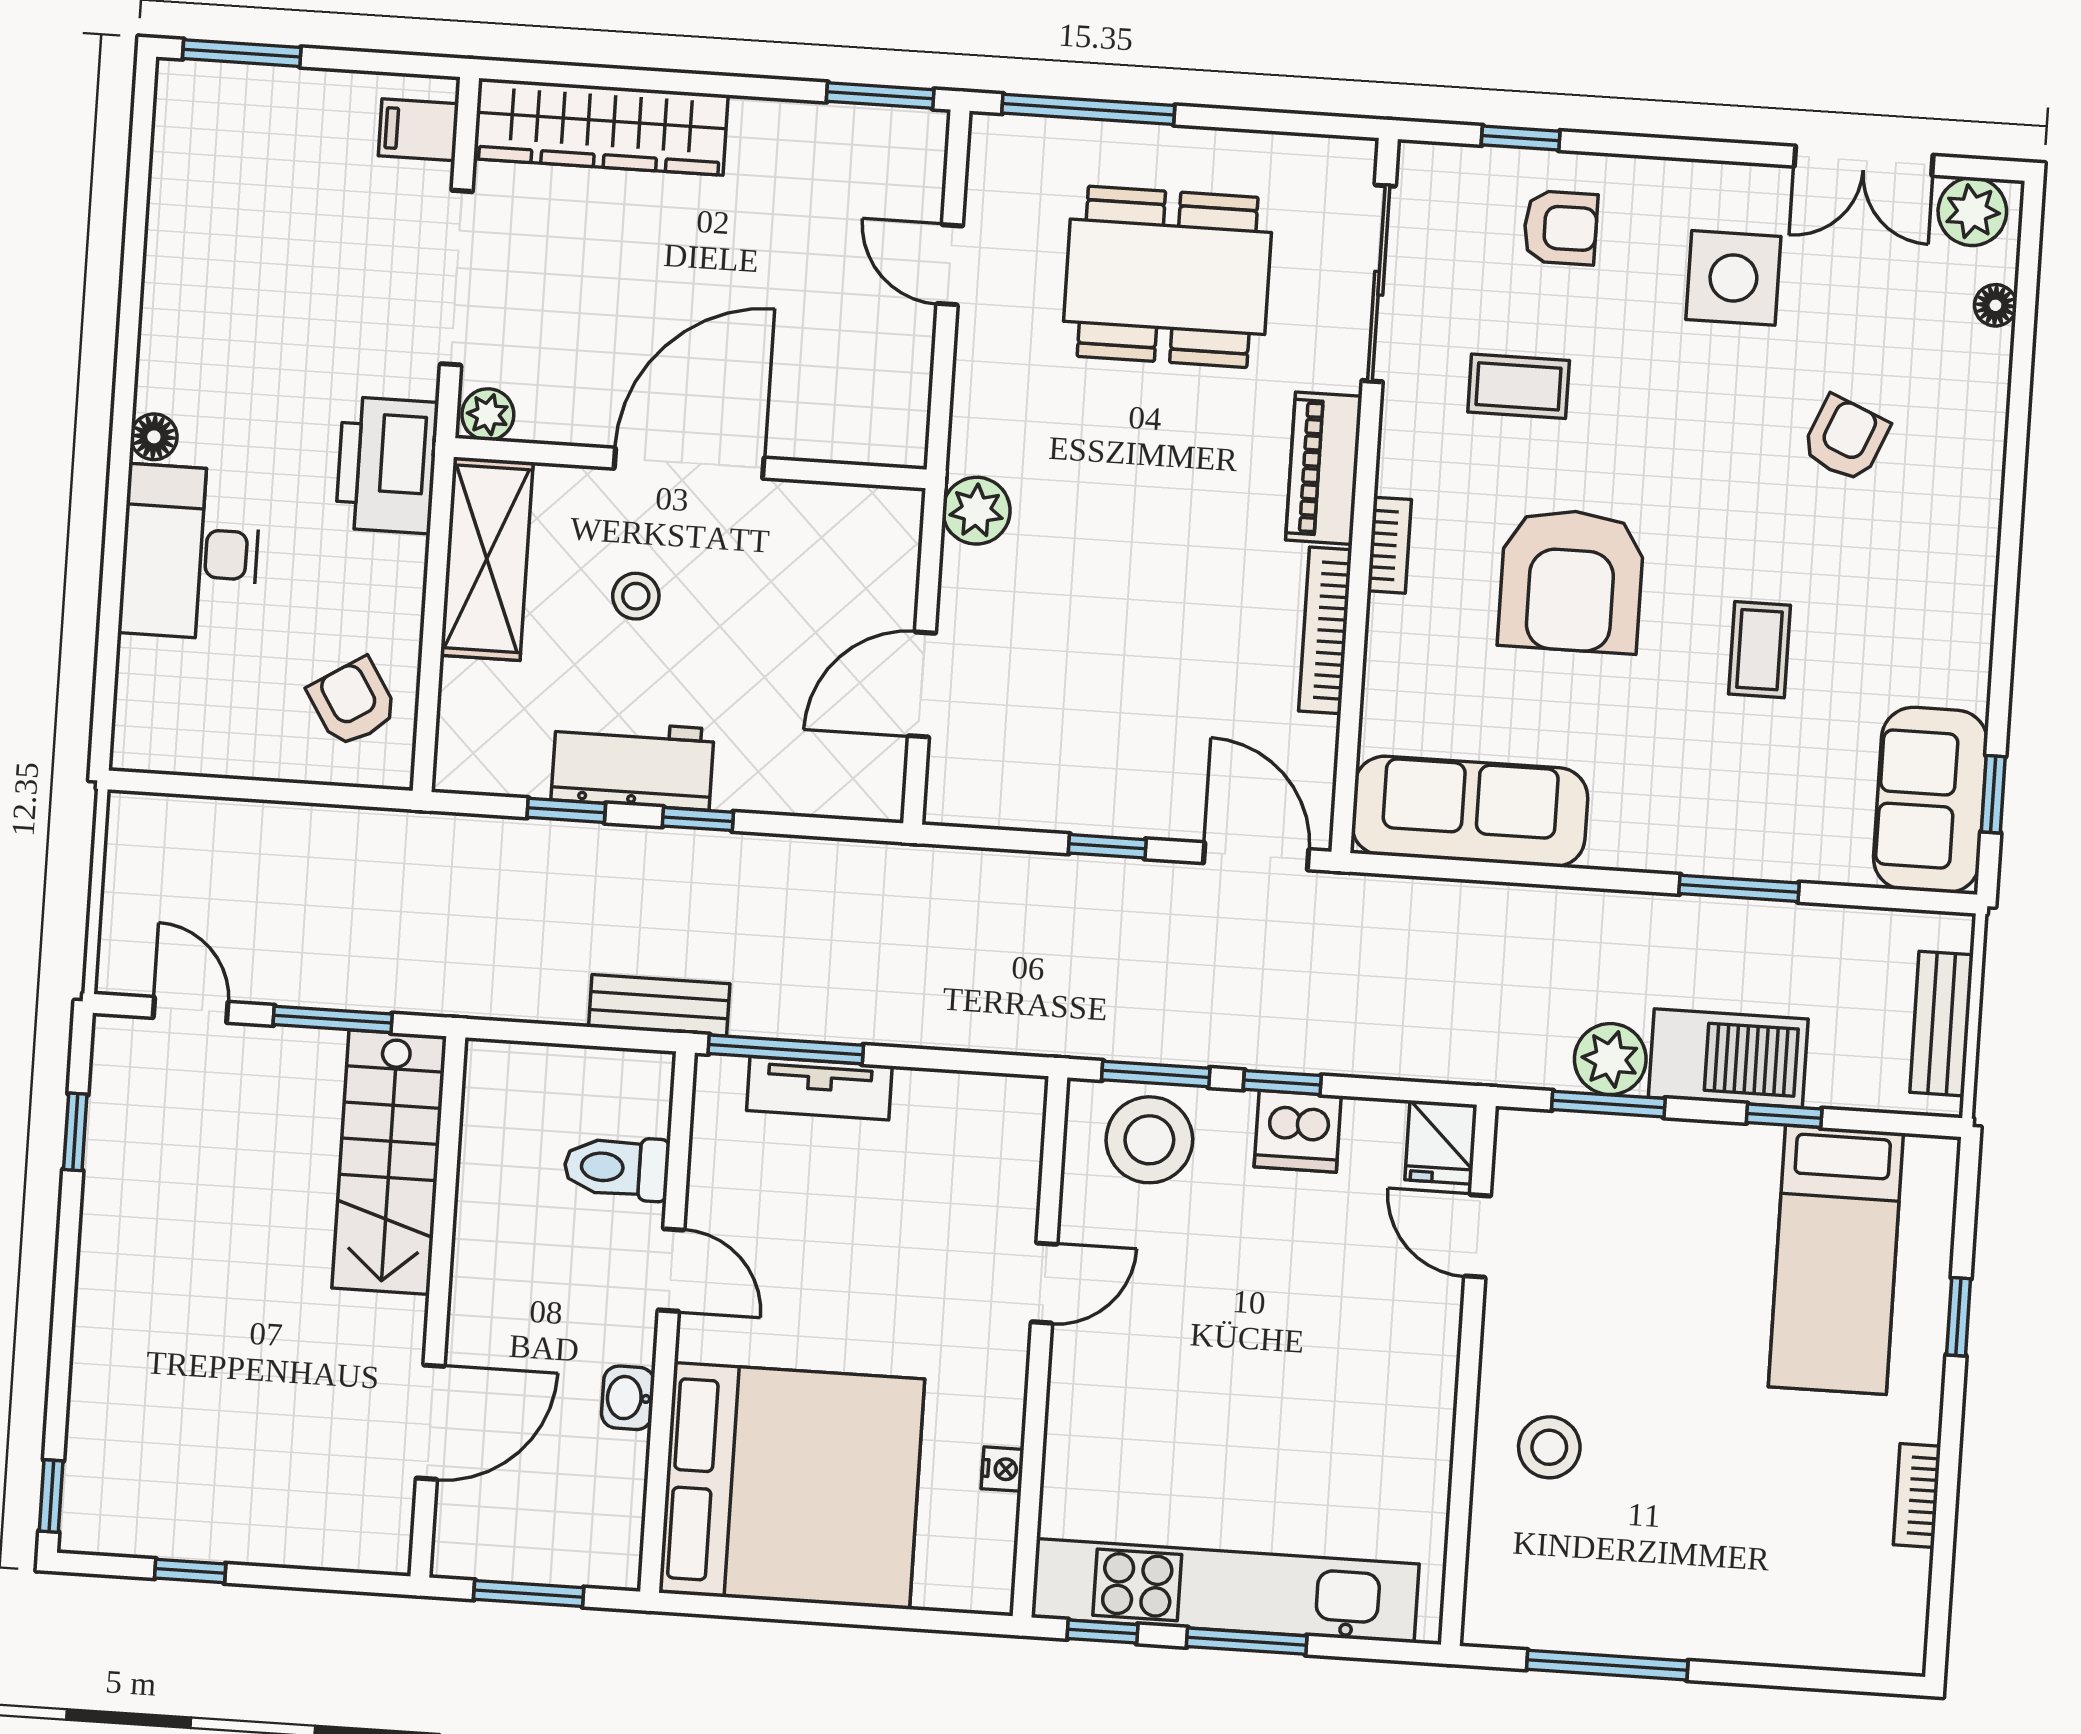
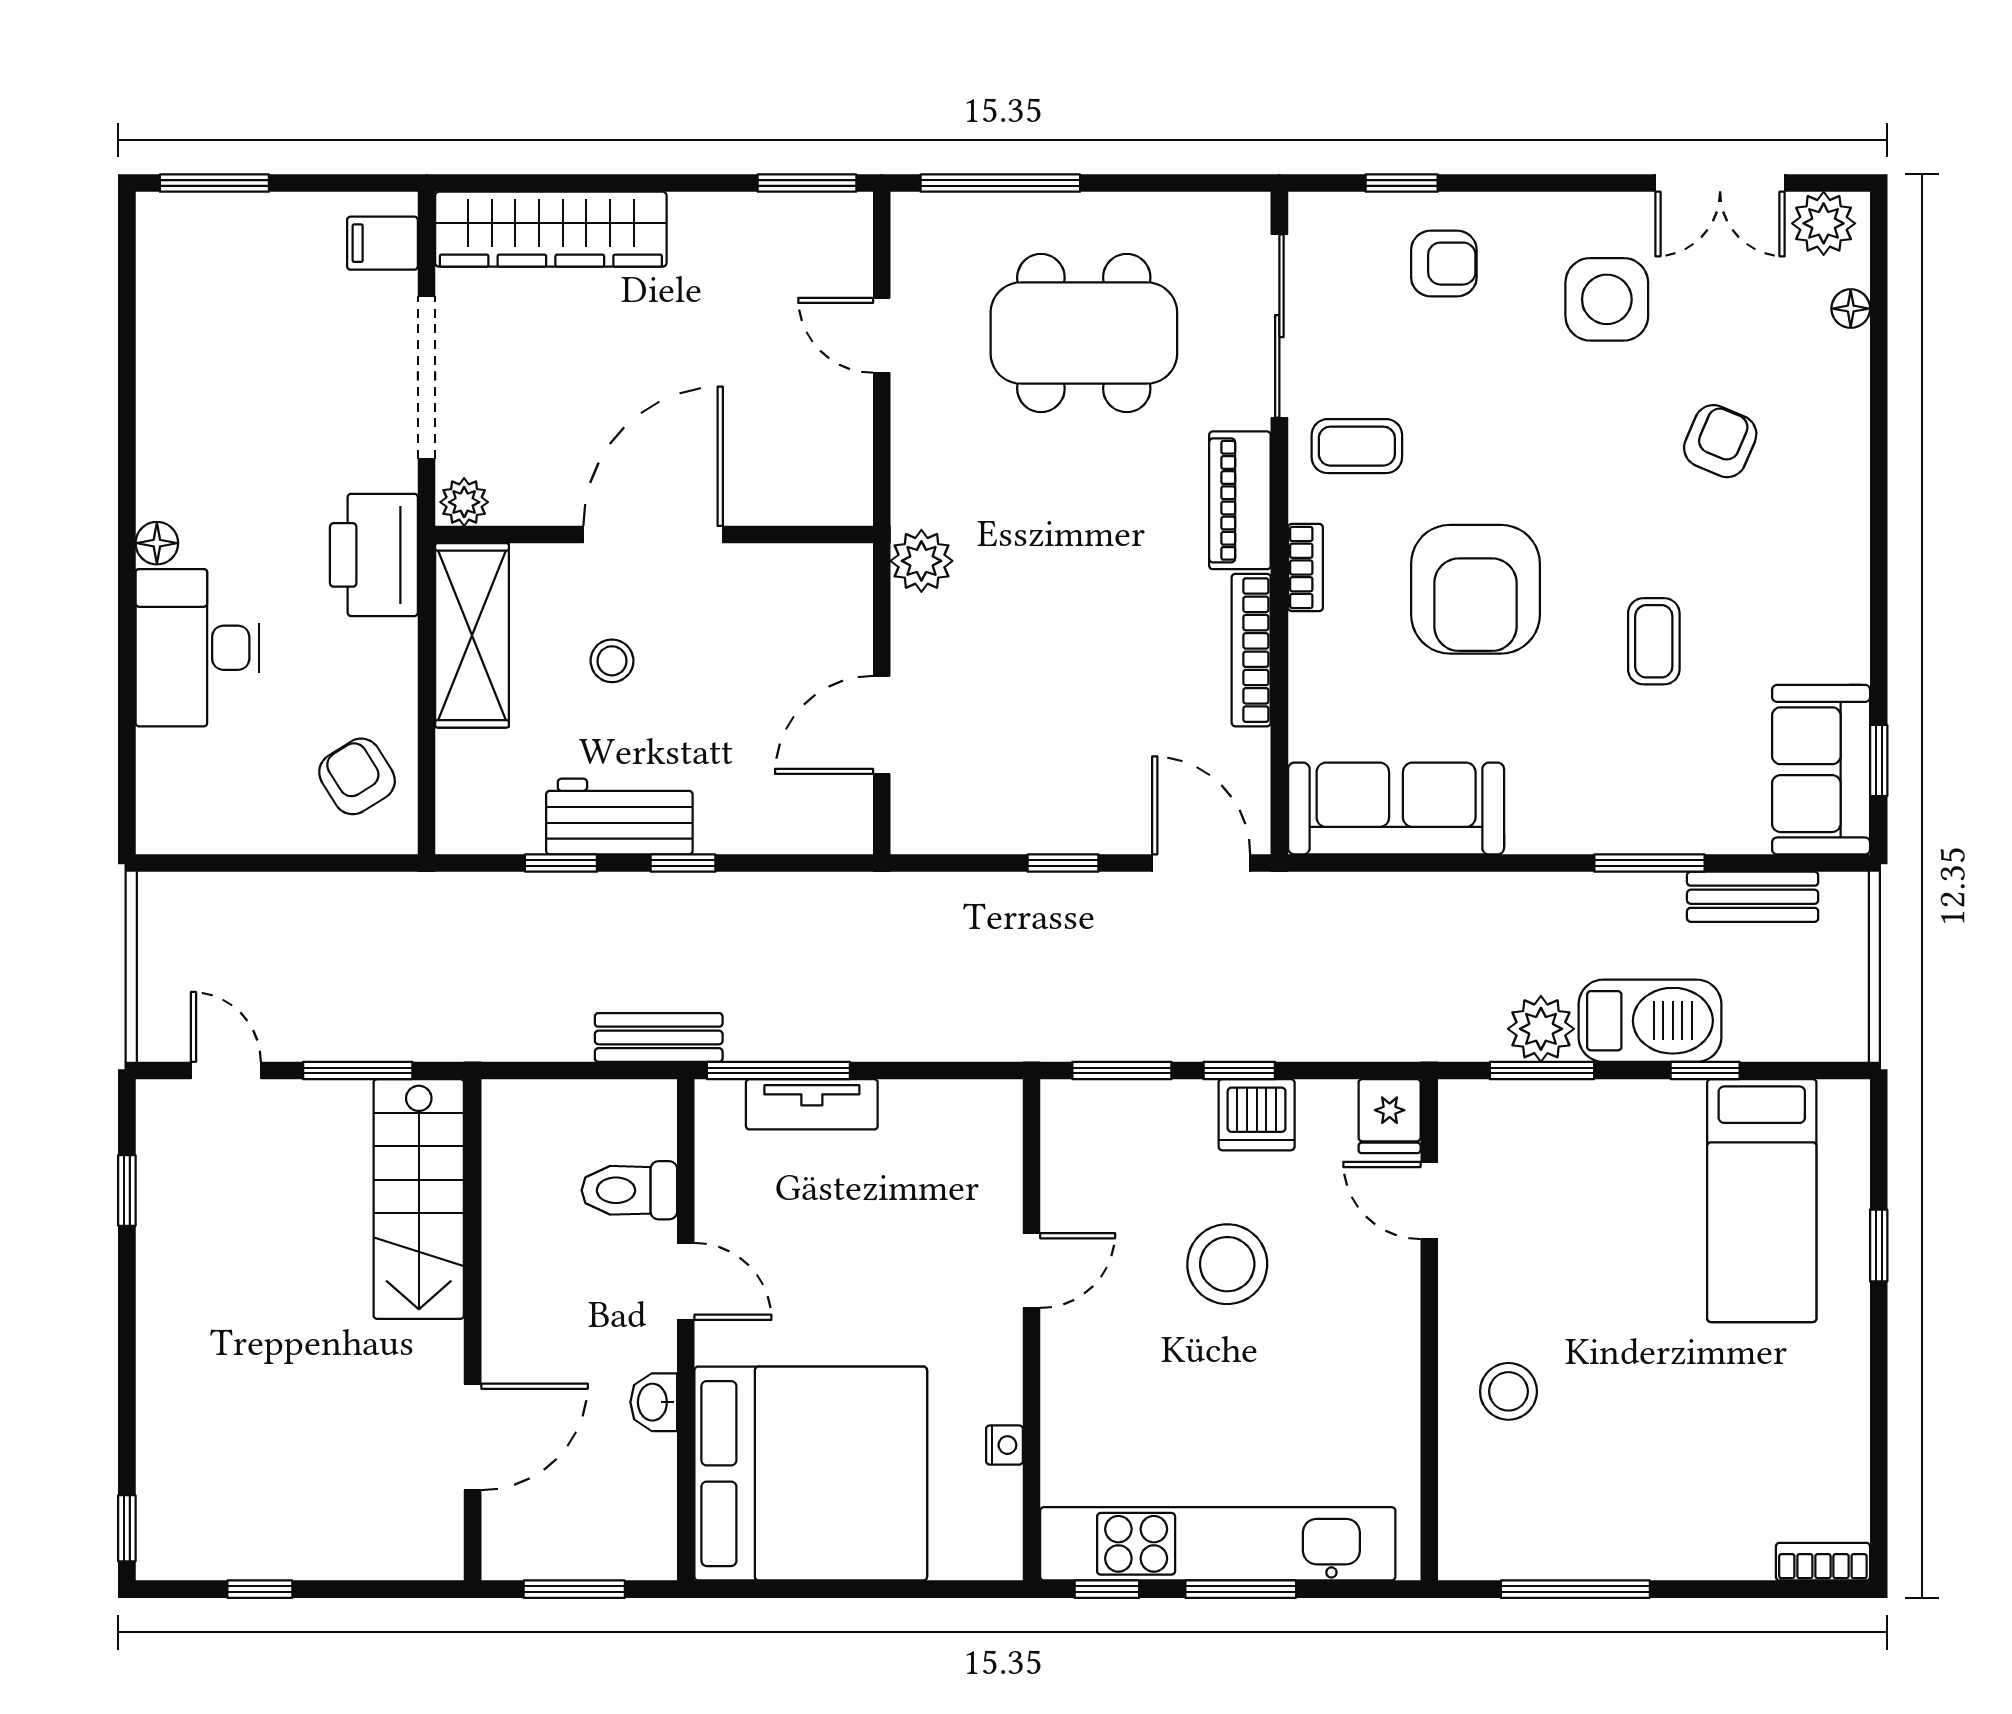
coffee table: (1519, 386) -> (1357, 446), moved
bench: (1942, 1024) -> (1753, 897), moved, turned 90
stool: (1149, 1140) -> (1227, 1264), moved
bookcase: (1917, 1496) -> (1823, 1562), moved, turned 90

